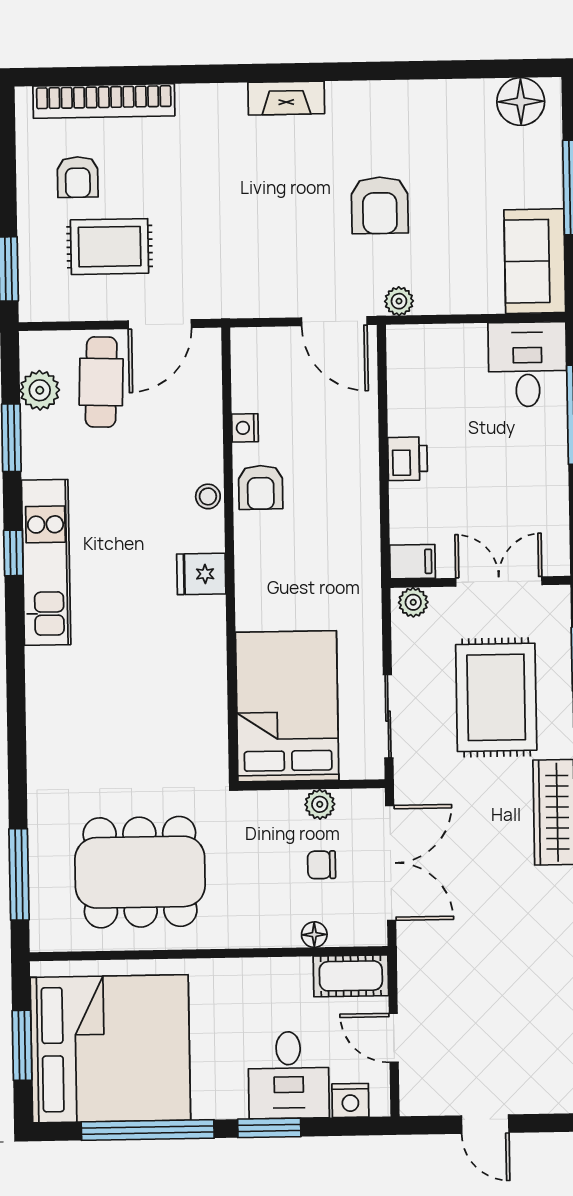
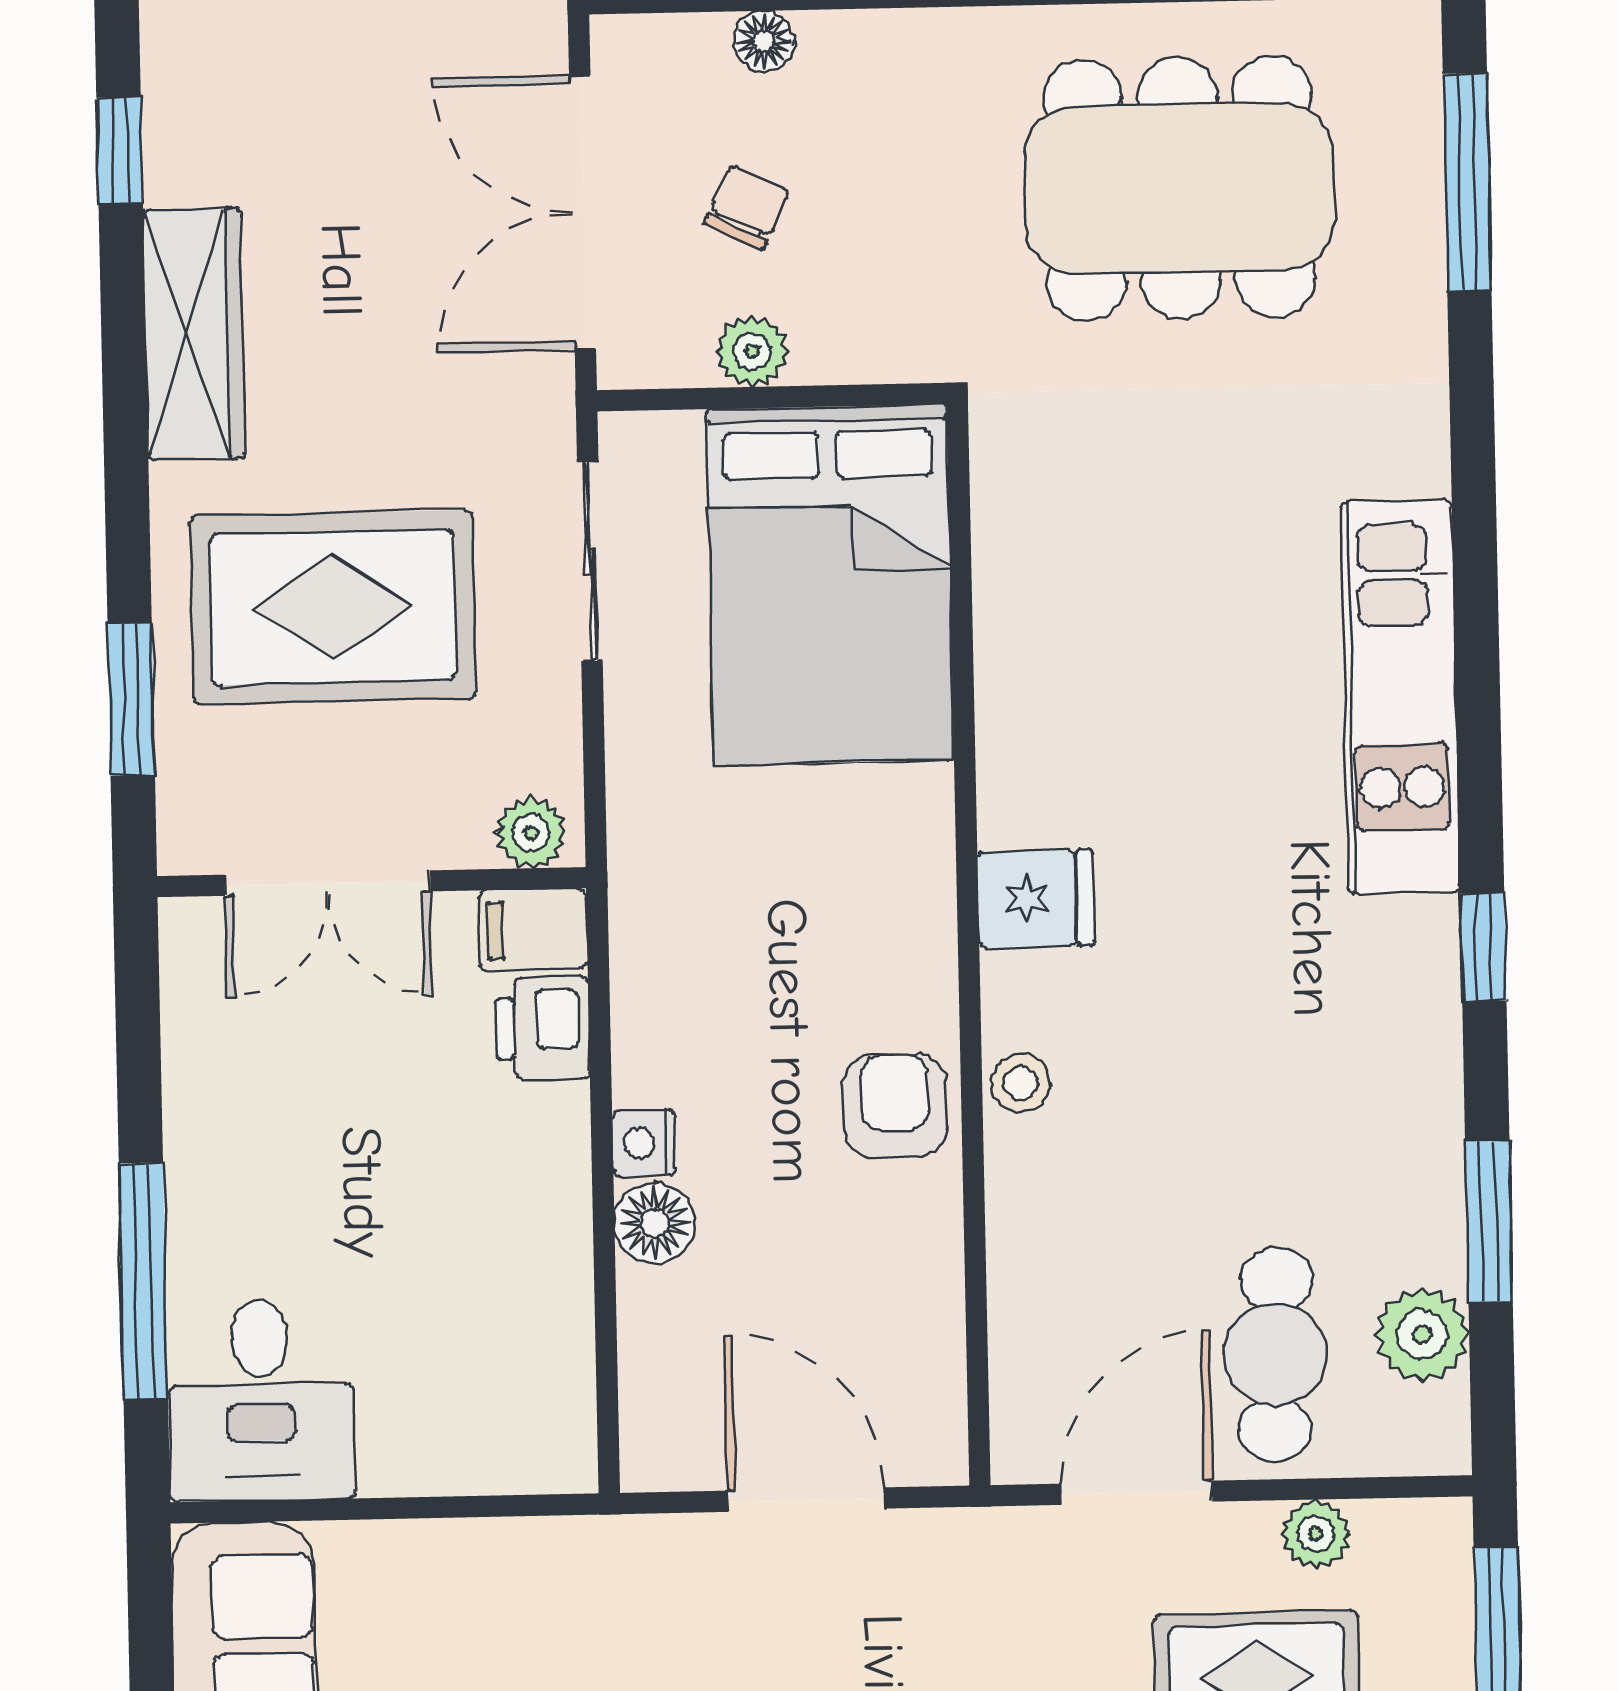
plant: (399, 301) -> (1316, 1534), moved
door: (334, 321) -> (806, 1500), moved
nightstand: (245, 428) -> (644, 1143), moved, turned 180
floor lamp: (362, 438) -> (655, 1223), added
printer: (408, 459) -> (542, 1028), moved
kitchen unit: (46, 562) -> (1400, 697), moved
rug: (496, 697) -> (333, 607), turned 90
chair: (322, 865) -> (747, 207), turned -64

